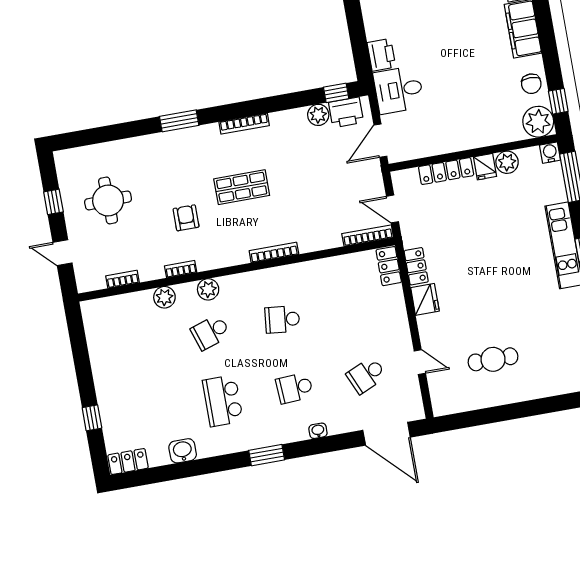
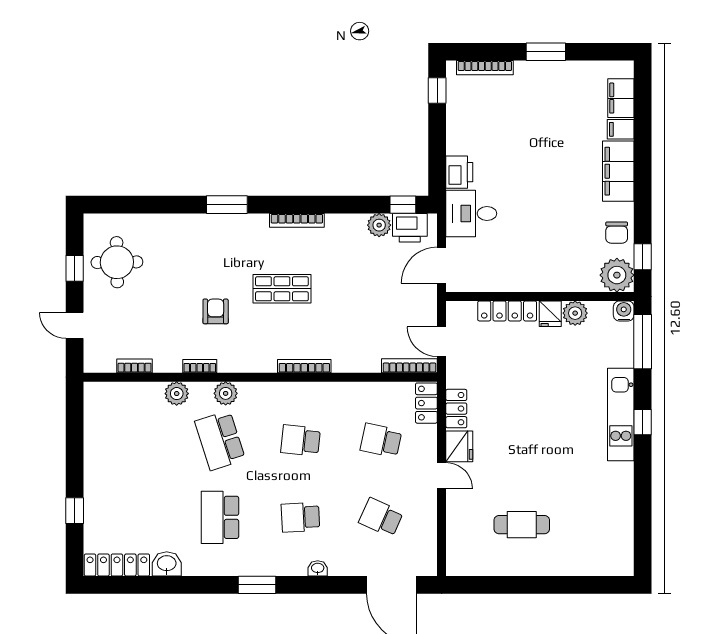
round table: (108, 200) -> (117, 262), moved
school desk: (354, 307) -> (381, 440), added
school desk: (211, 332) -> (220, 440), width x1.85
door: (420, 362) -> (442, 476), moved
school desk: (366, 375) -> (381, 517), turned 48
locker: (128, 462) -> (117, 565), width x1.53

